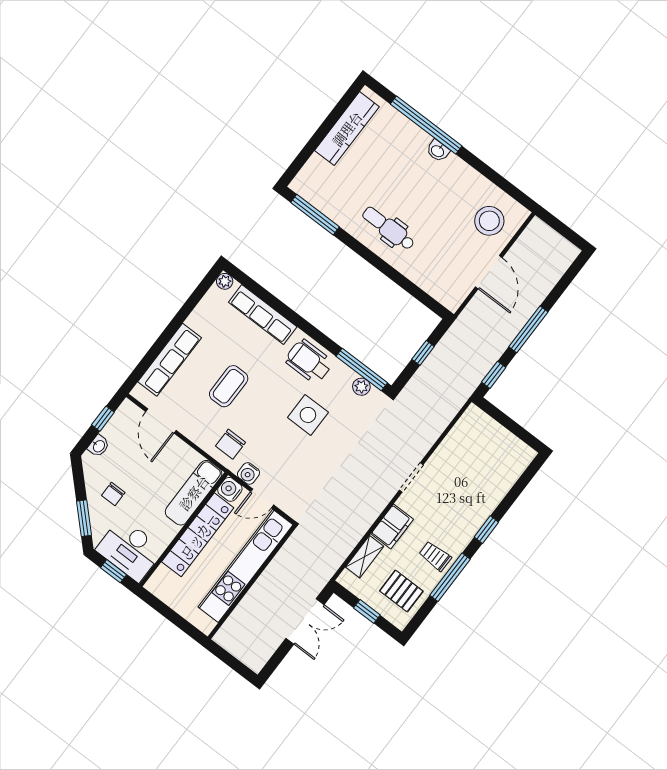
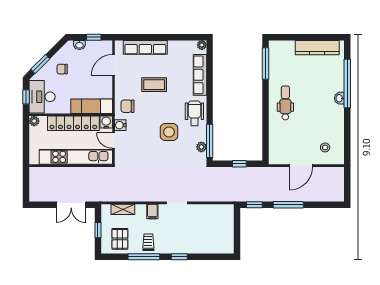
stool: (489, 221) -> (325, 147), width x0.53, depth x0.53
filing cabinet: (392, 527) -> (152, 211), width x0.50
plant: (154, 585) -> (34, 121), added

